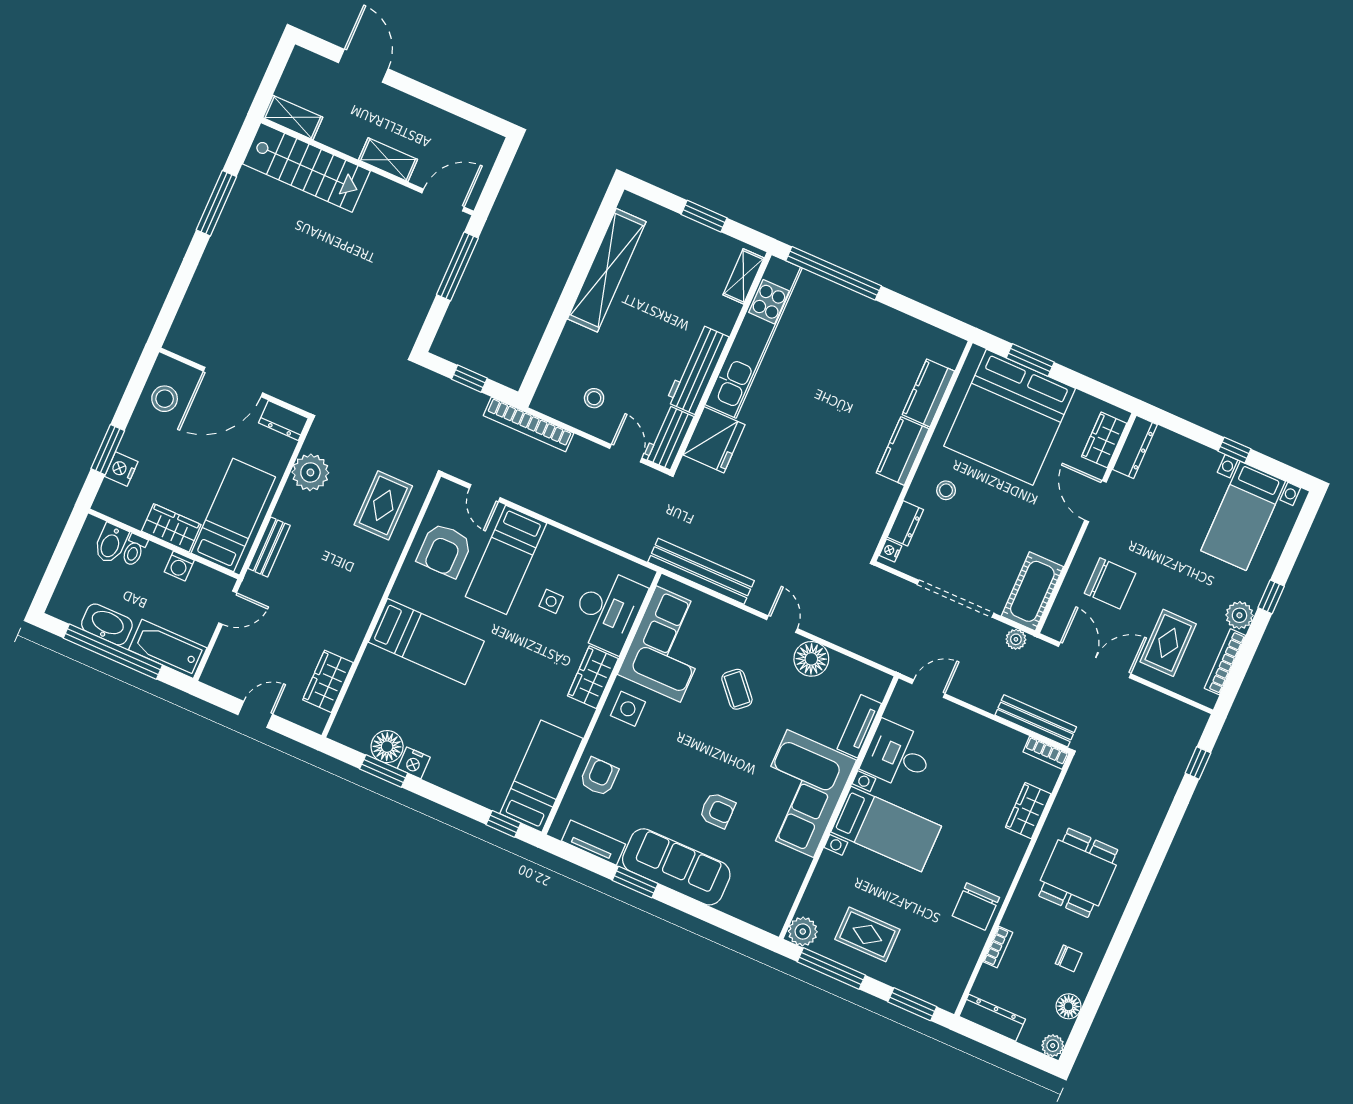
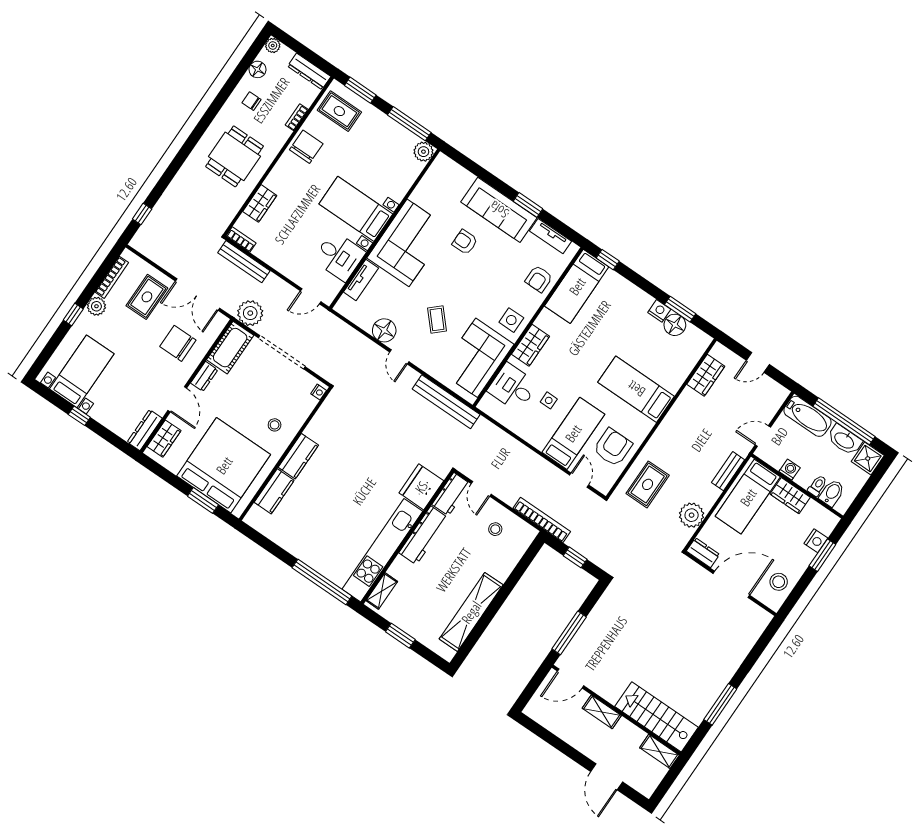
dresser: (905, 523) -> (204, 376), moved, turned 180
shower: (68, 604) -> (868, 458), added
desk: (608, 611) -> (513, 387), width x0.73
plant: (1016, 639) -> (250, 313), width x1.87, depth x1.87
rug: (867, 934) -> (339, 111), moved

